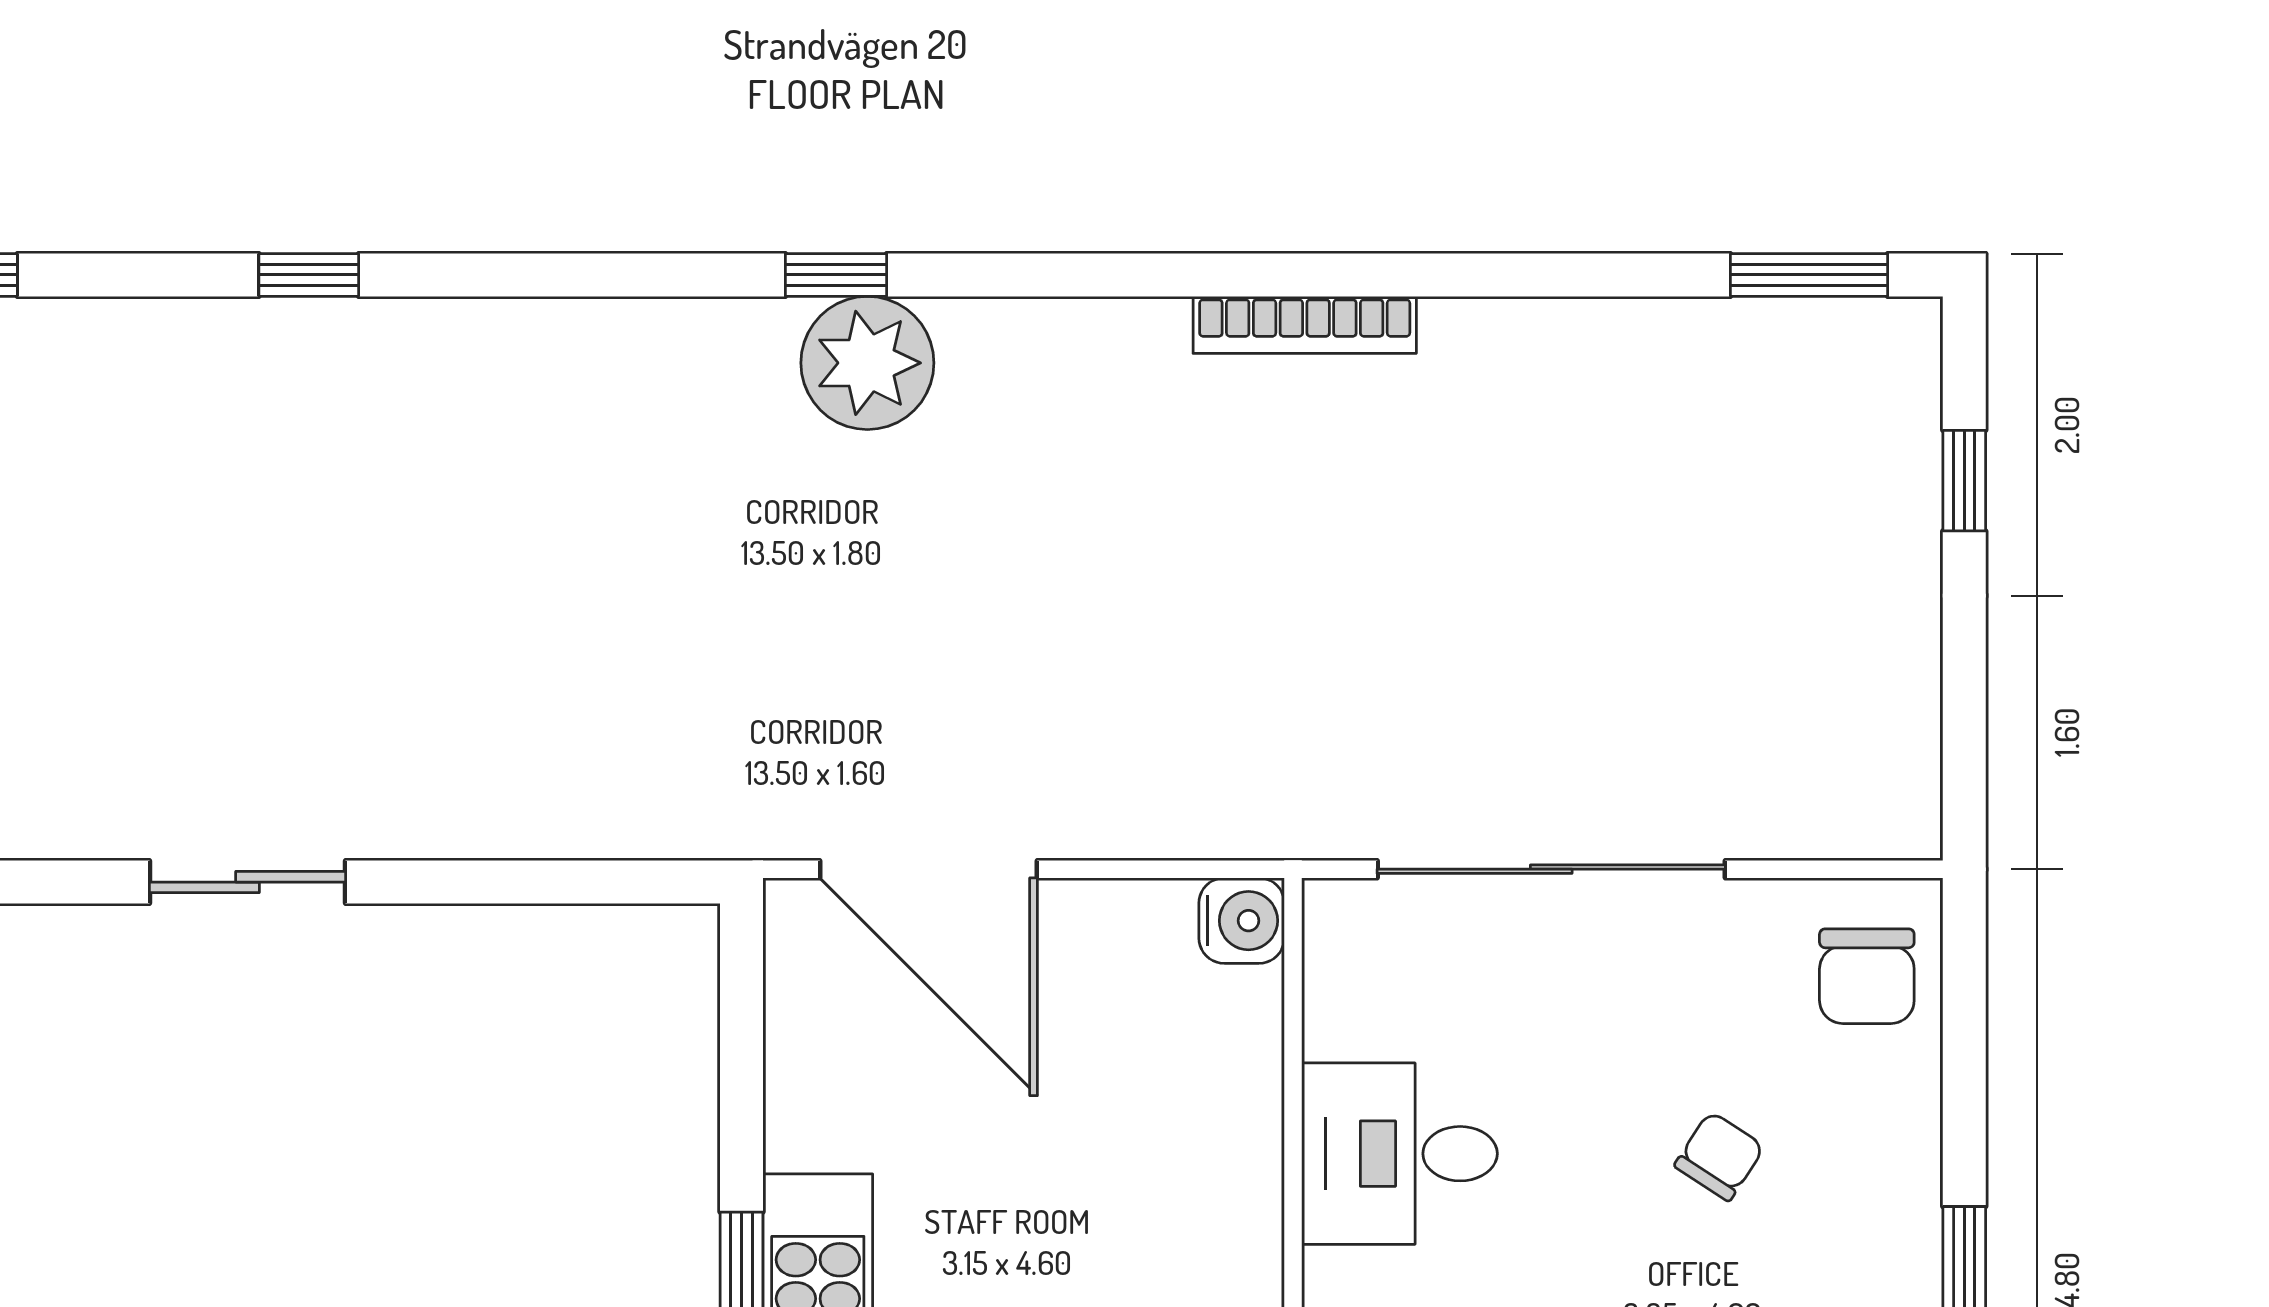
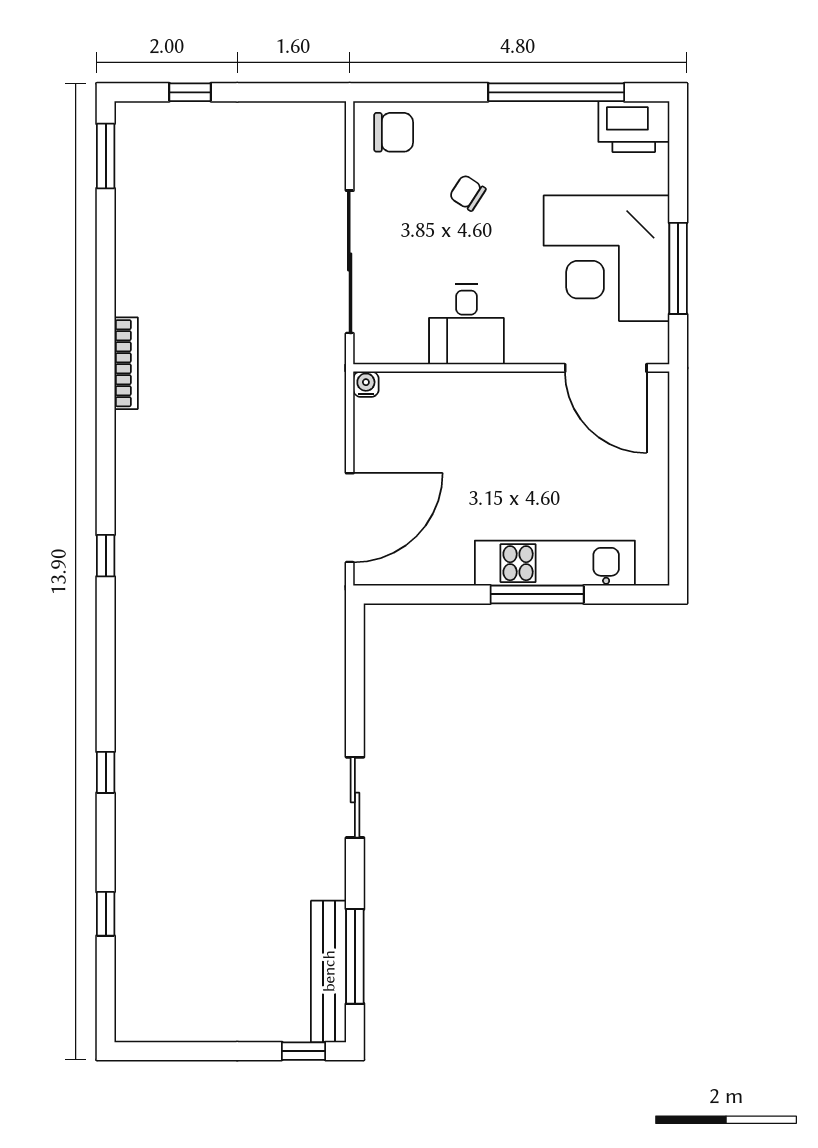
plant: (867, 363) -> (142, 543), removed
water cooler: (1242, 921) -> (366, 384), width x0.72, depth x0.72

